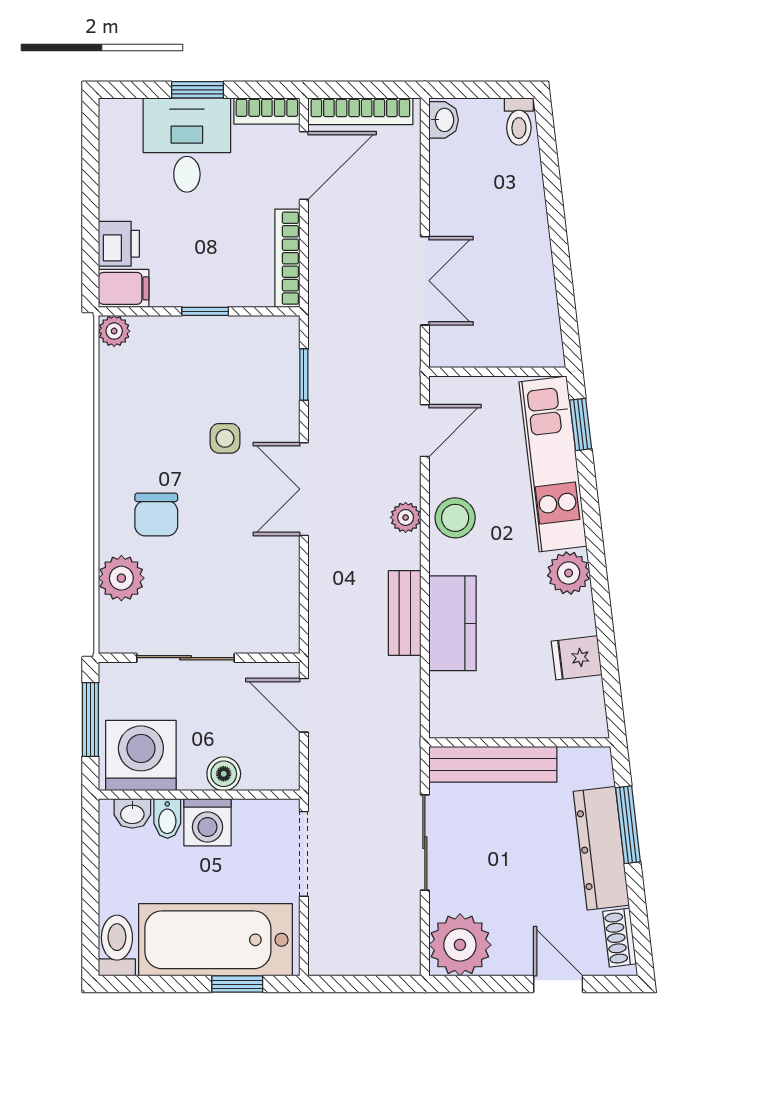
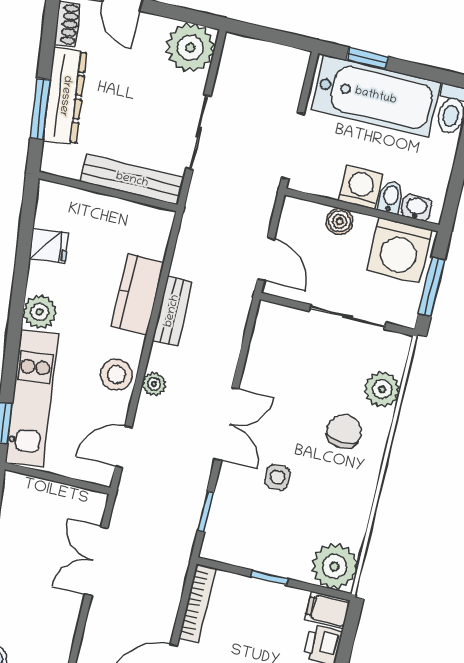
plant: (114, 331) -> (335, 566), width x1.88, depth x1.88

